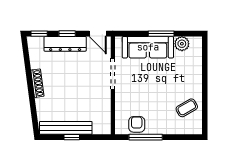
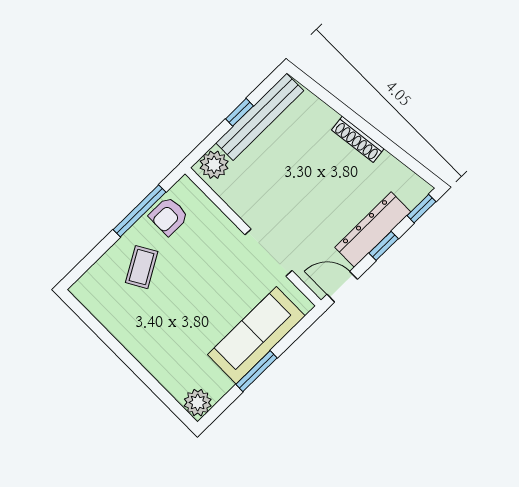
plant: (182, 44) -> (198, 403), moved
coffee table: (187, 108) -> (142, 267), moved
armchair: (137, 124) -> (169, 216), turned 90
plant: (101, 127) -> (214, 165), added

